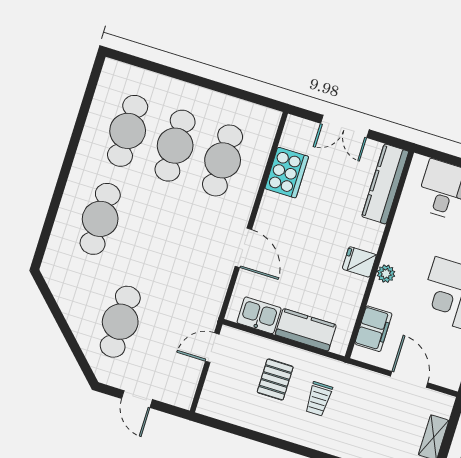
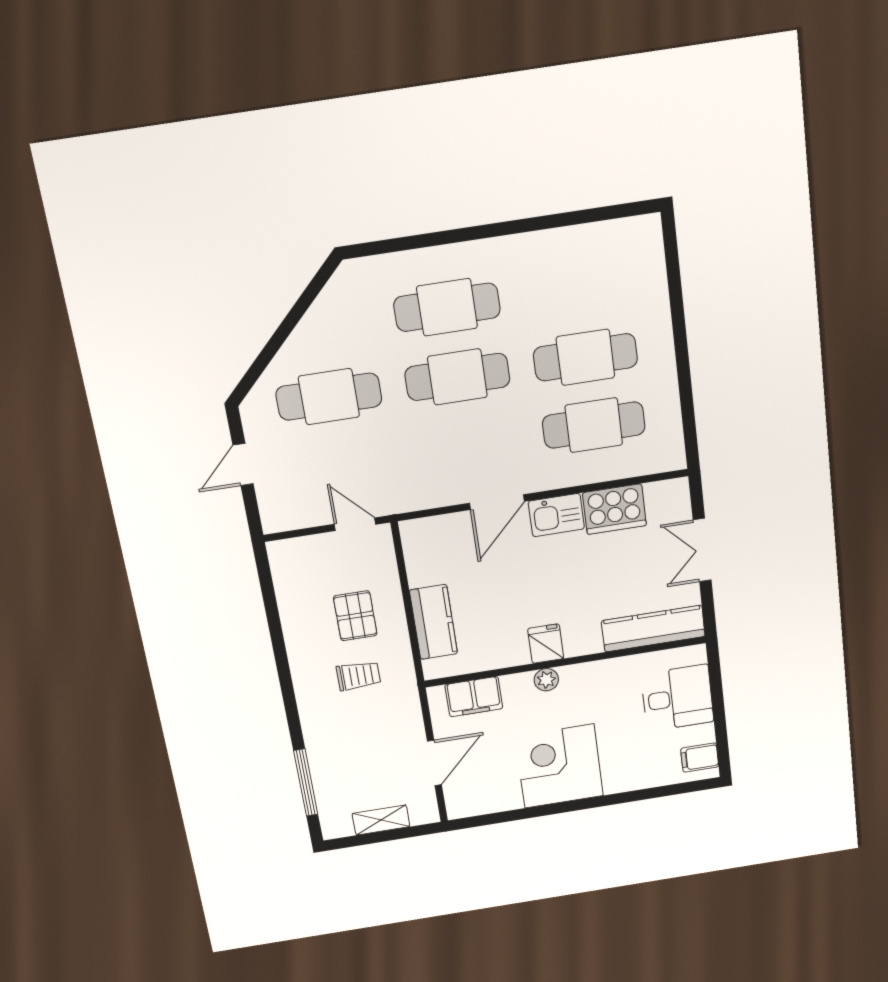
cafe table: (128, 131) -> (457, 377), moved
kitchen sink: (259, 315) -> (556, 515), moved, turned 90
pallet: (275, 379) -> (355, 616), turned 90
trolley: (319, 399) -> (358, 676), turned 180

